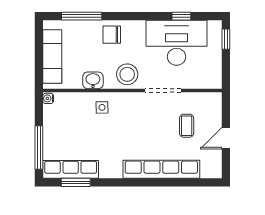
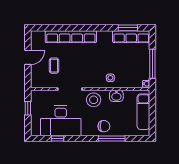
window: (82, 16) -> (112, 139), moved
window: (226, 39) -> (28, 108), moved
window: (39, 147) -> (152, 64), moved

